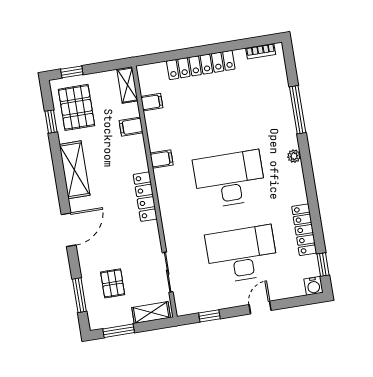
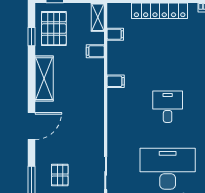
desk: (229, 179) -> (168, 107), width x0.53, depth x0.77
locker: (145, 197) -> (97, 110), removed

